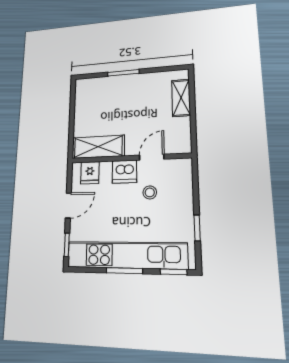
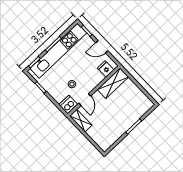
shelving: (181, 98) -> (81, 121), moved
dishwasher: (124, 172) -> (68, 105), moved
door: (68, 206) -> (102, 47), hinge flipped

